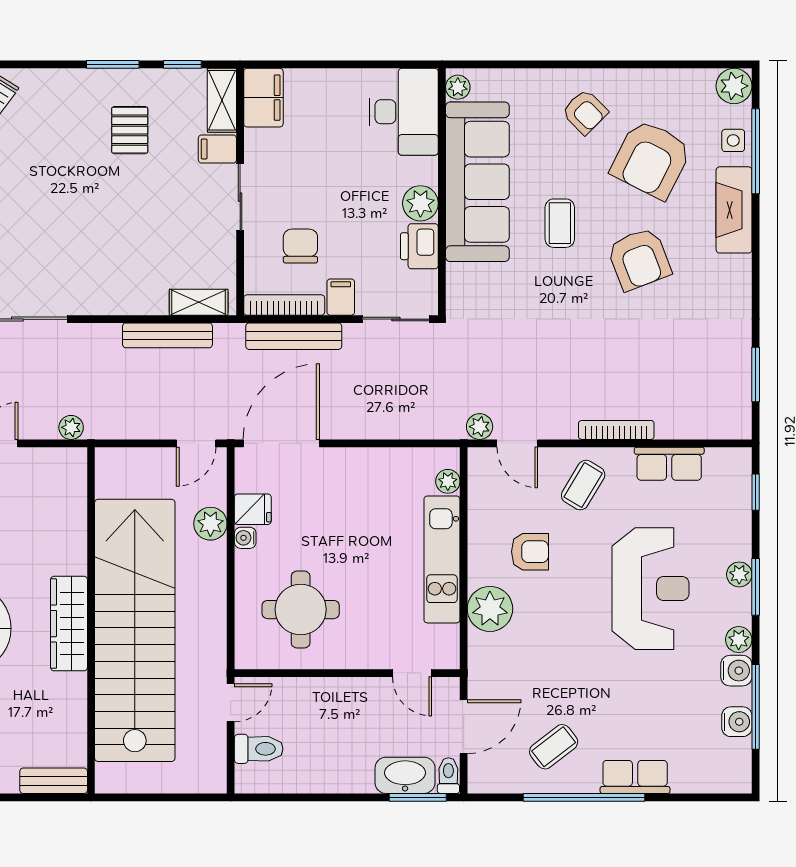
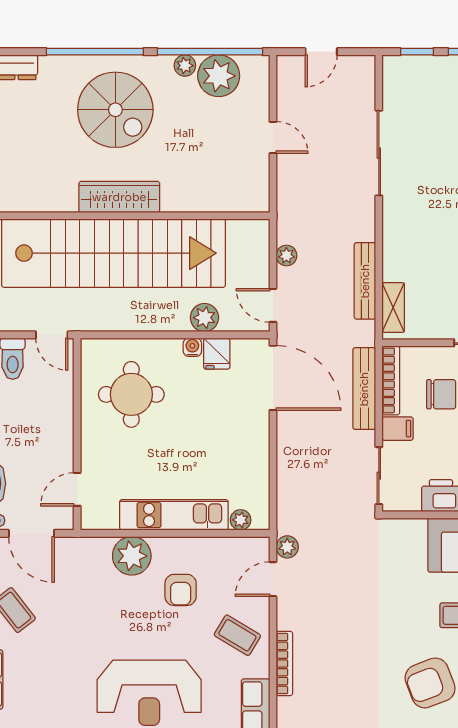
plant: (71, 427) -> (286, 255), moved

